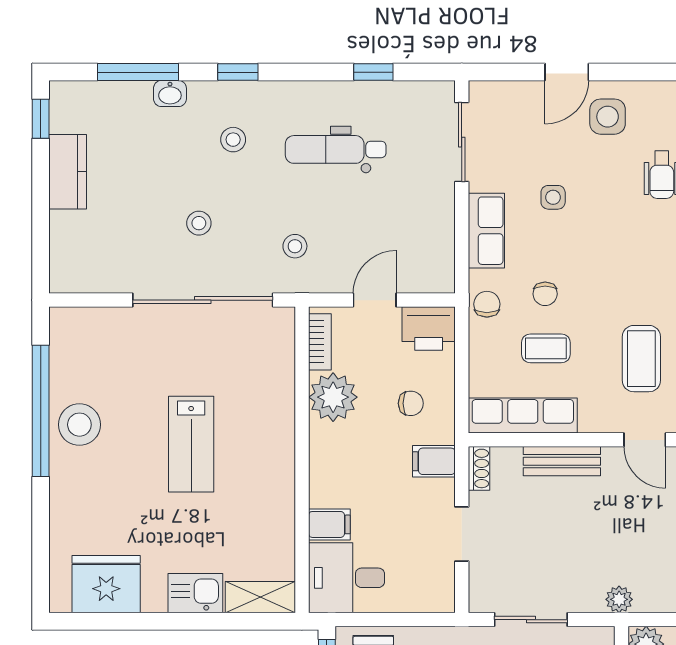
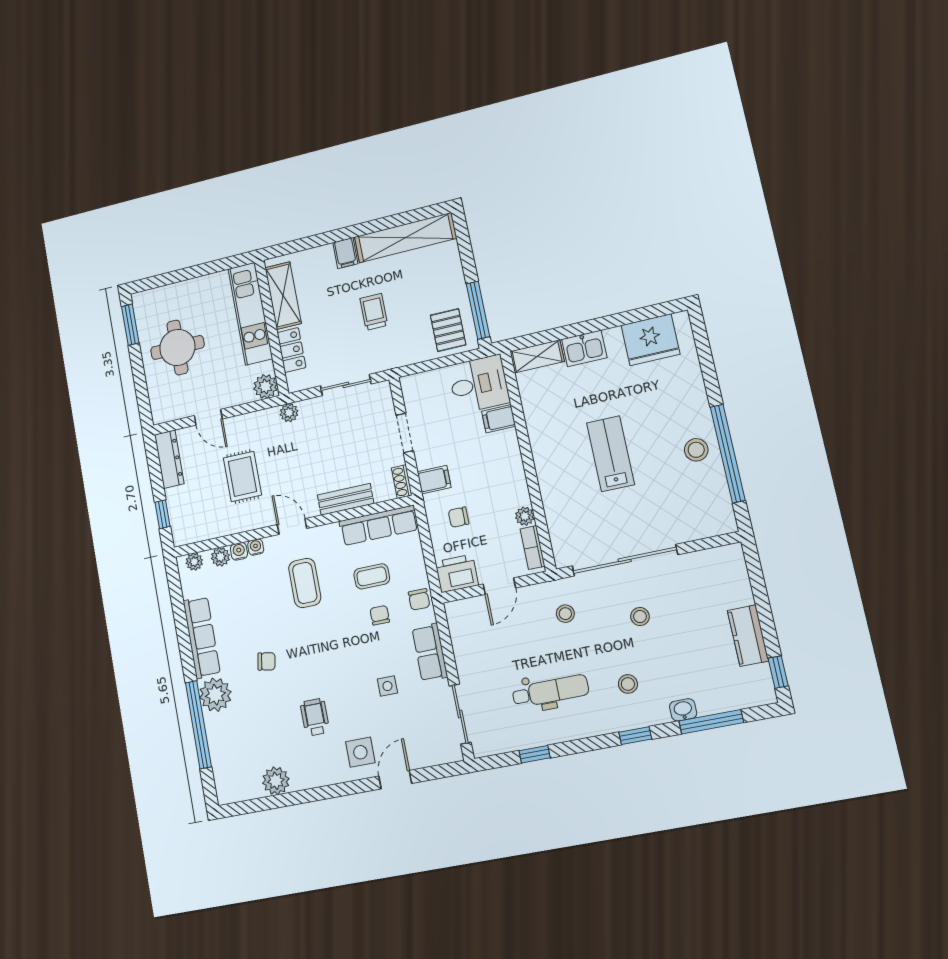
plant: (333, 397) -> (525, 516), width x0.53, depth x0.53
stool: (79, 425) -> (696, 450), width x0.73, depth x0.73

